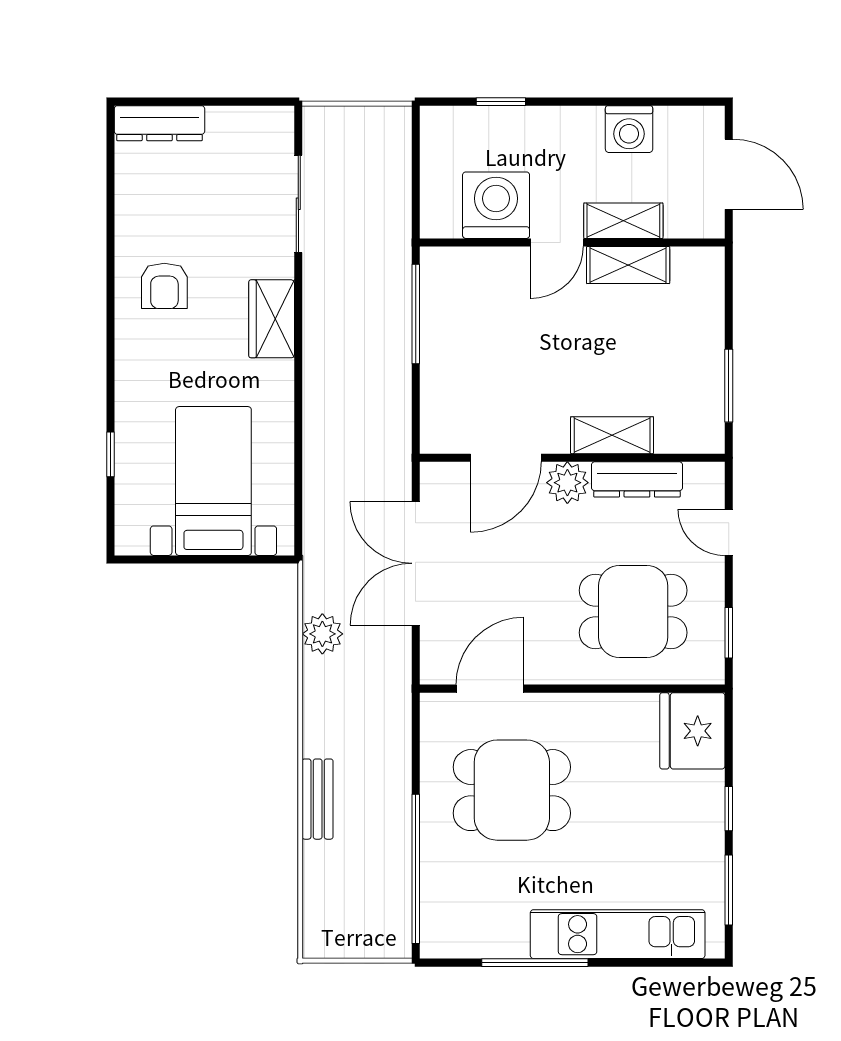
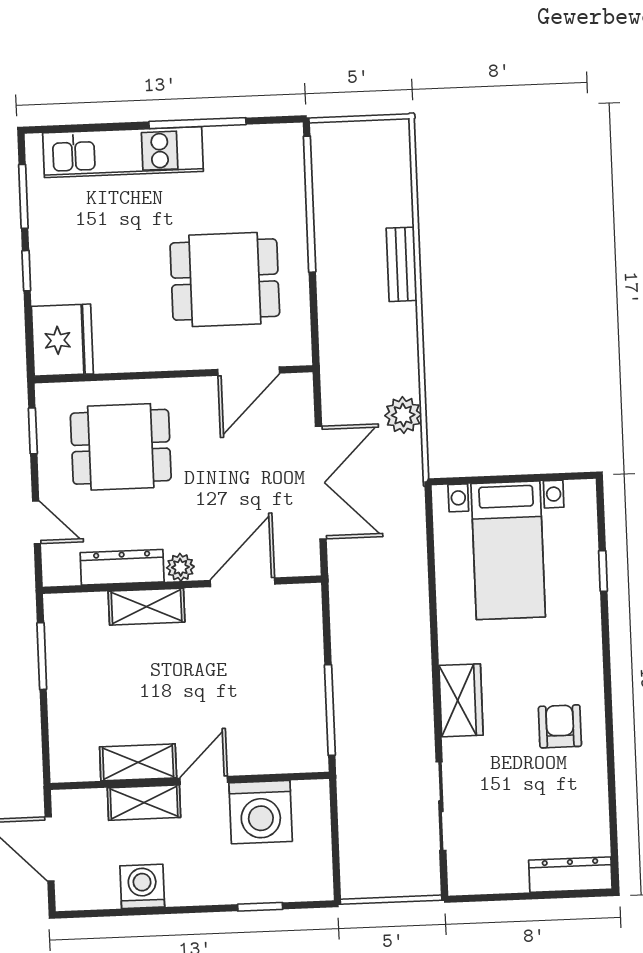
plant: (567, 483) -> (180, 567), width x0.73, depth x0.73

